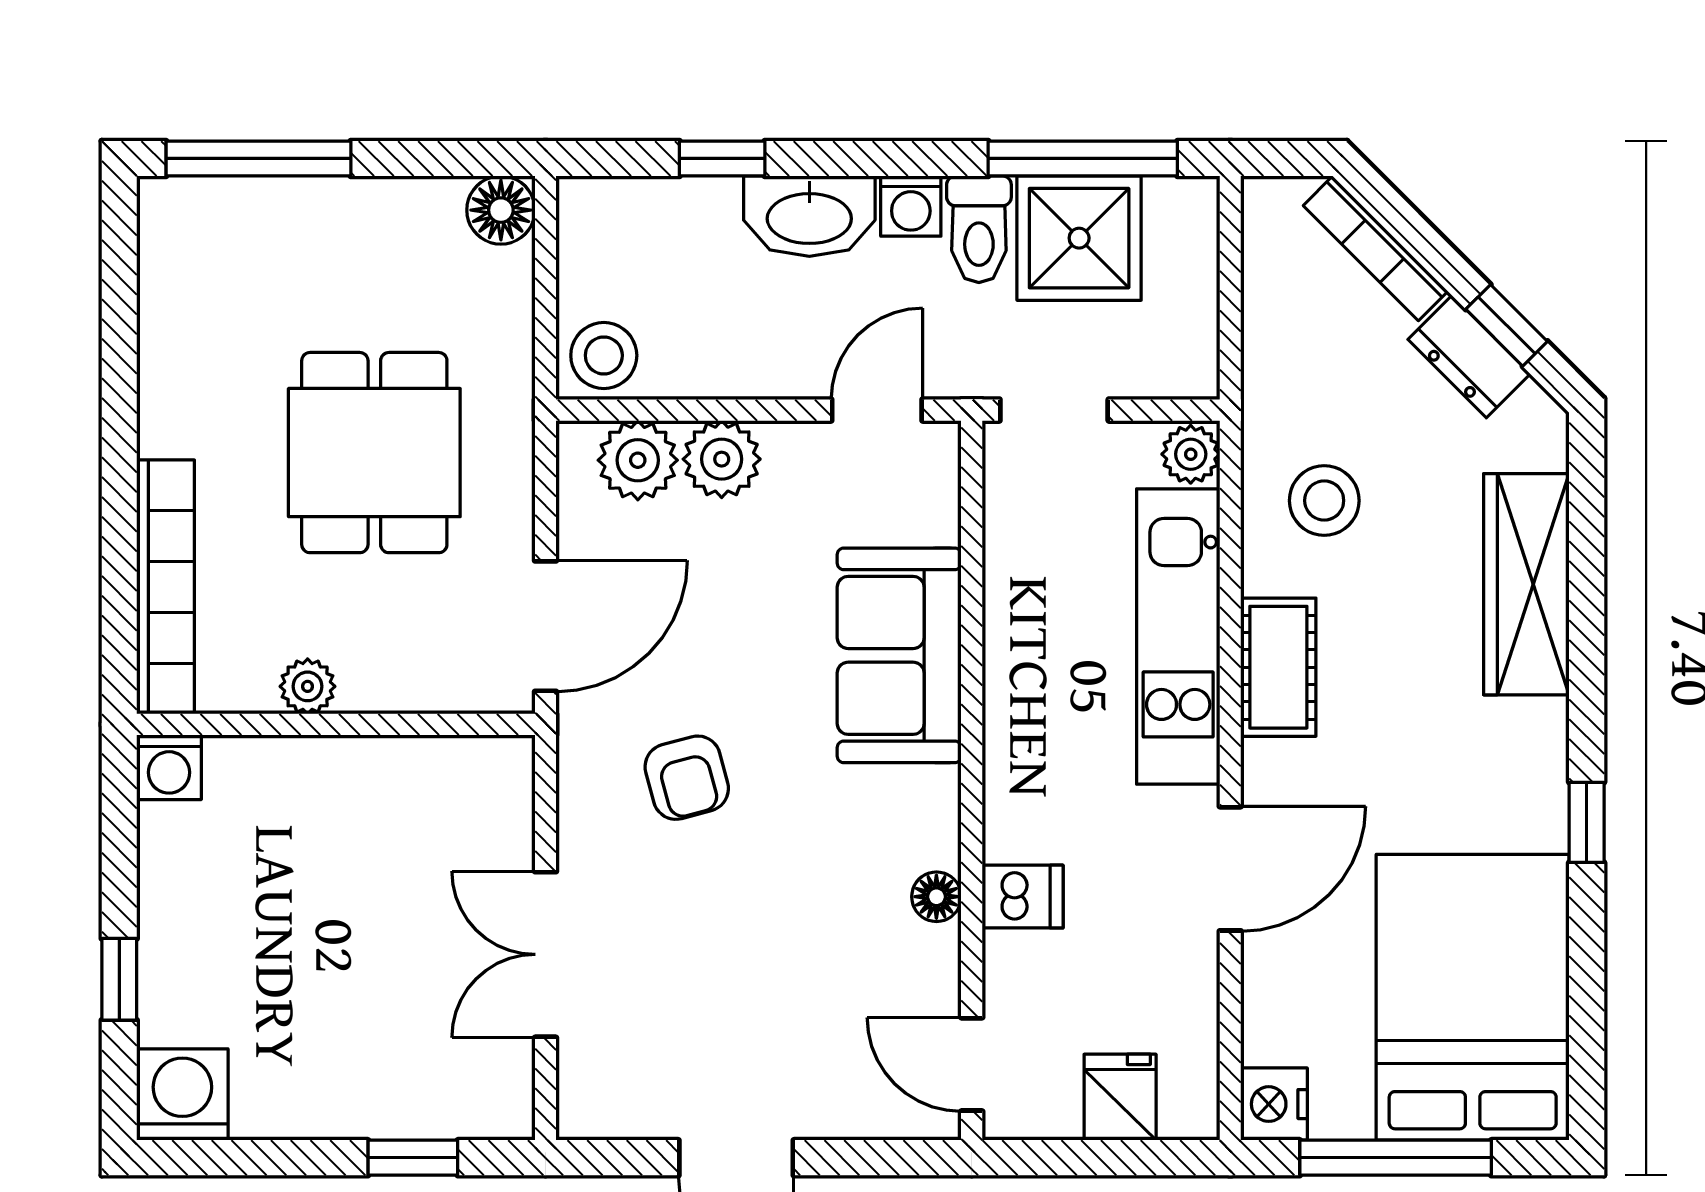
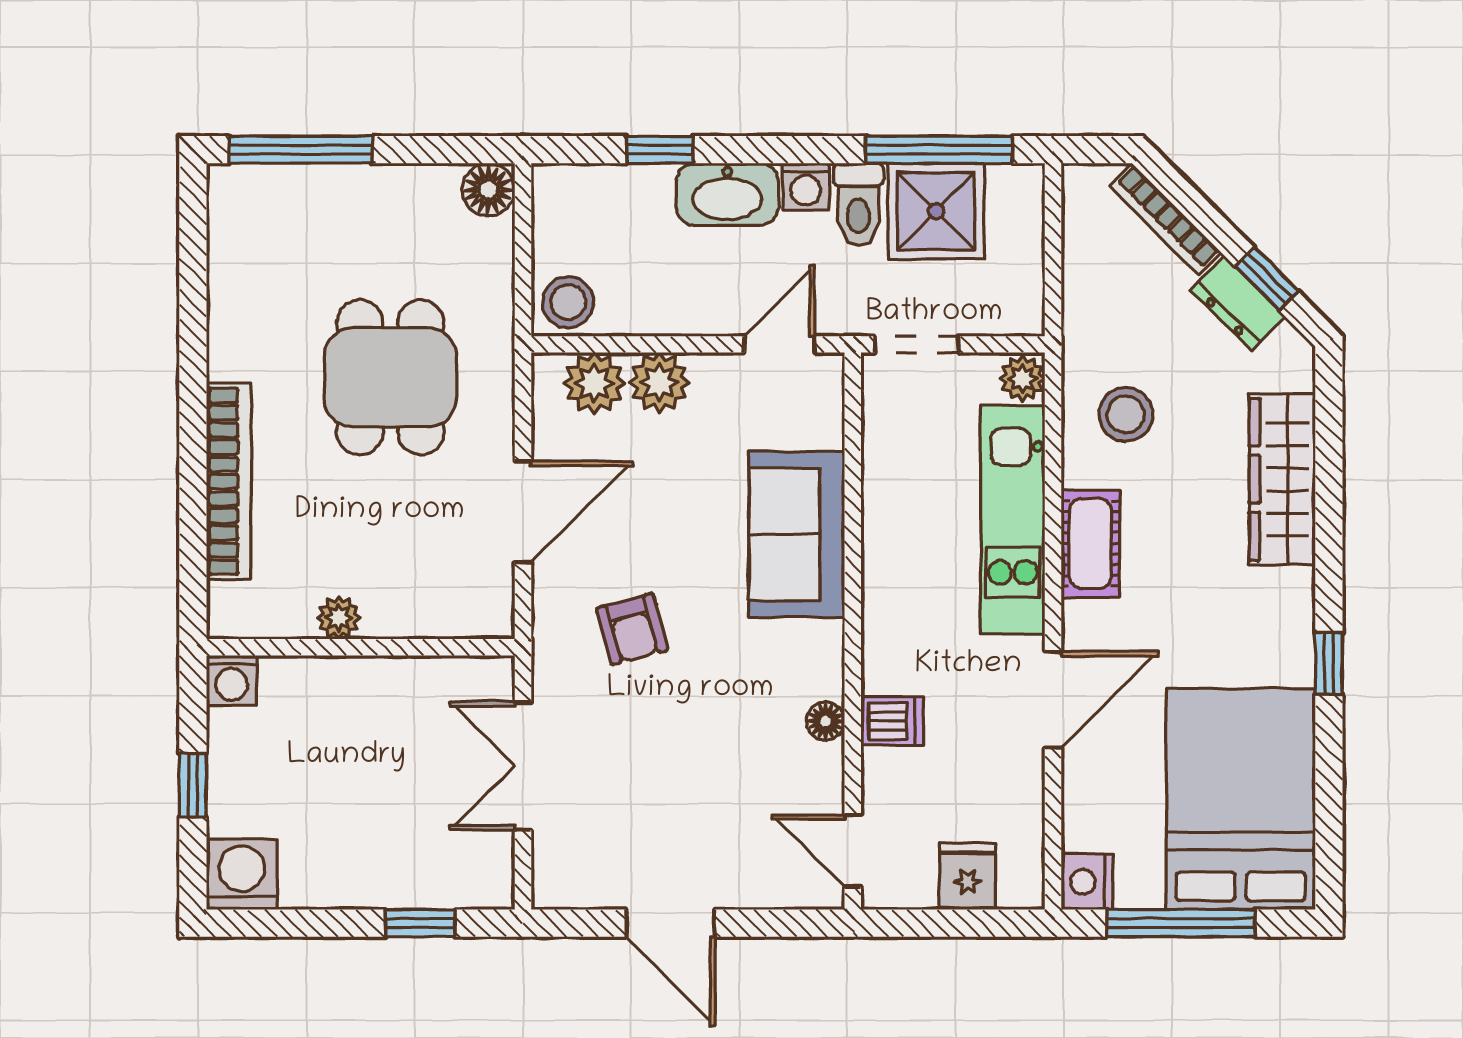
plant: (308, 686) -> (339, 618), moved
wall: (336, 724) -> (361, 647), moved
washing machine: (169, 767) -> (231, 680), moved

